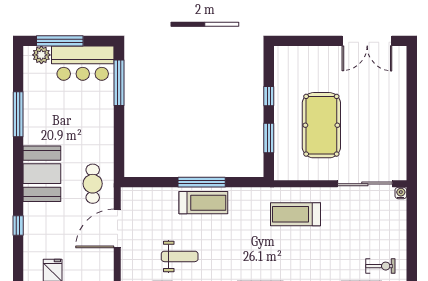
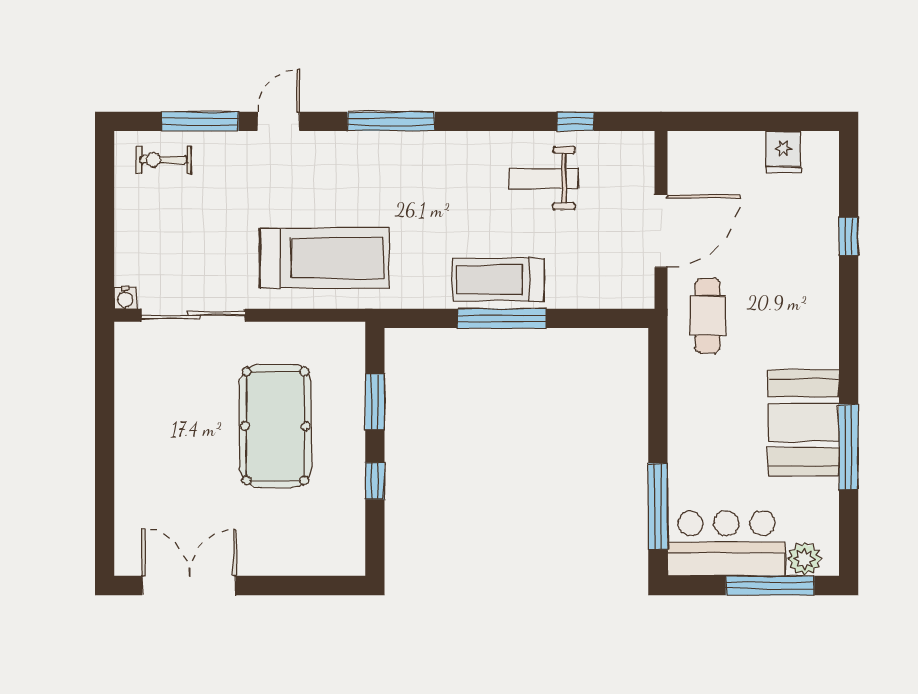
booth: (42, 174) -> (804, 423), moved
treadmill: (295, 214) -> (324, 258), width x1.37, depth x1.38

